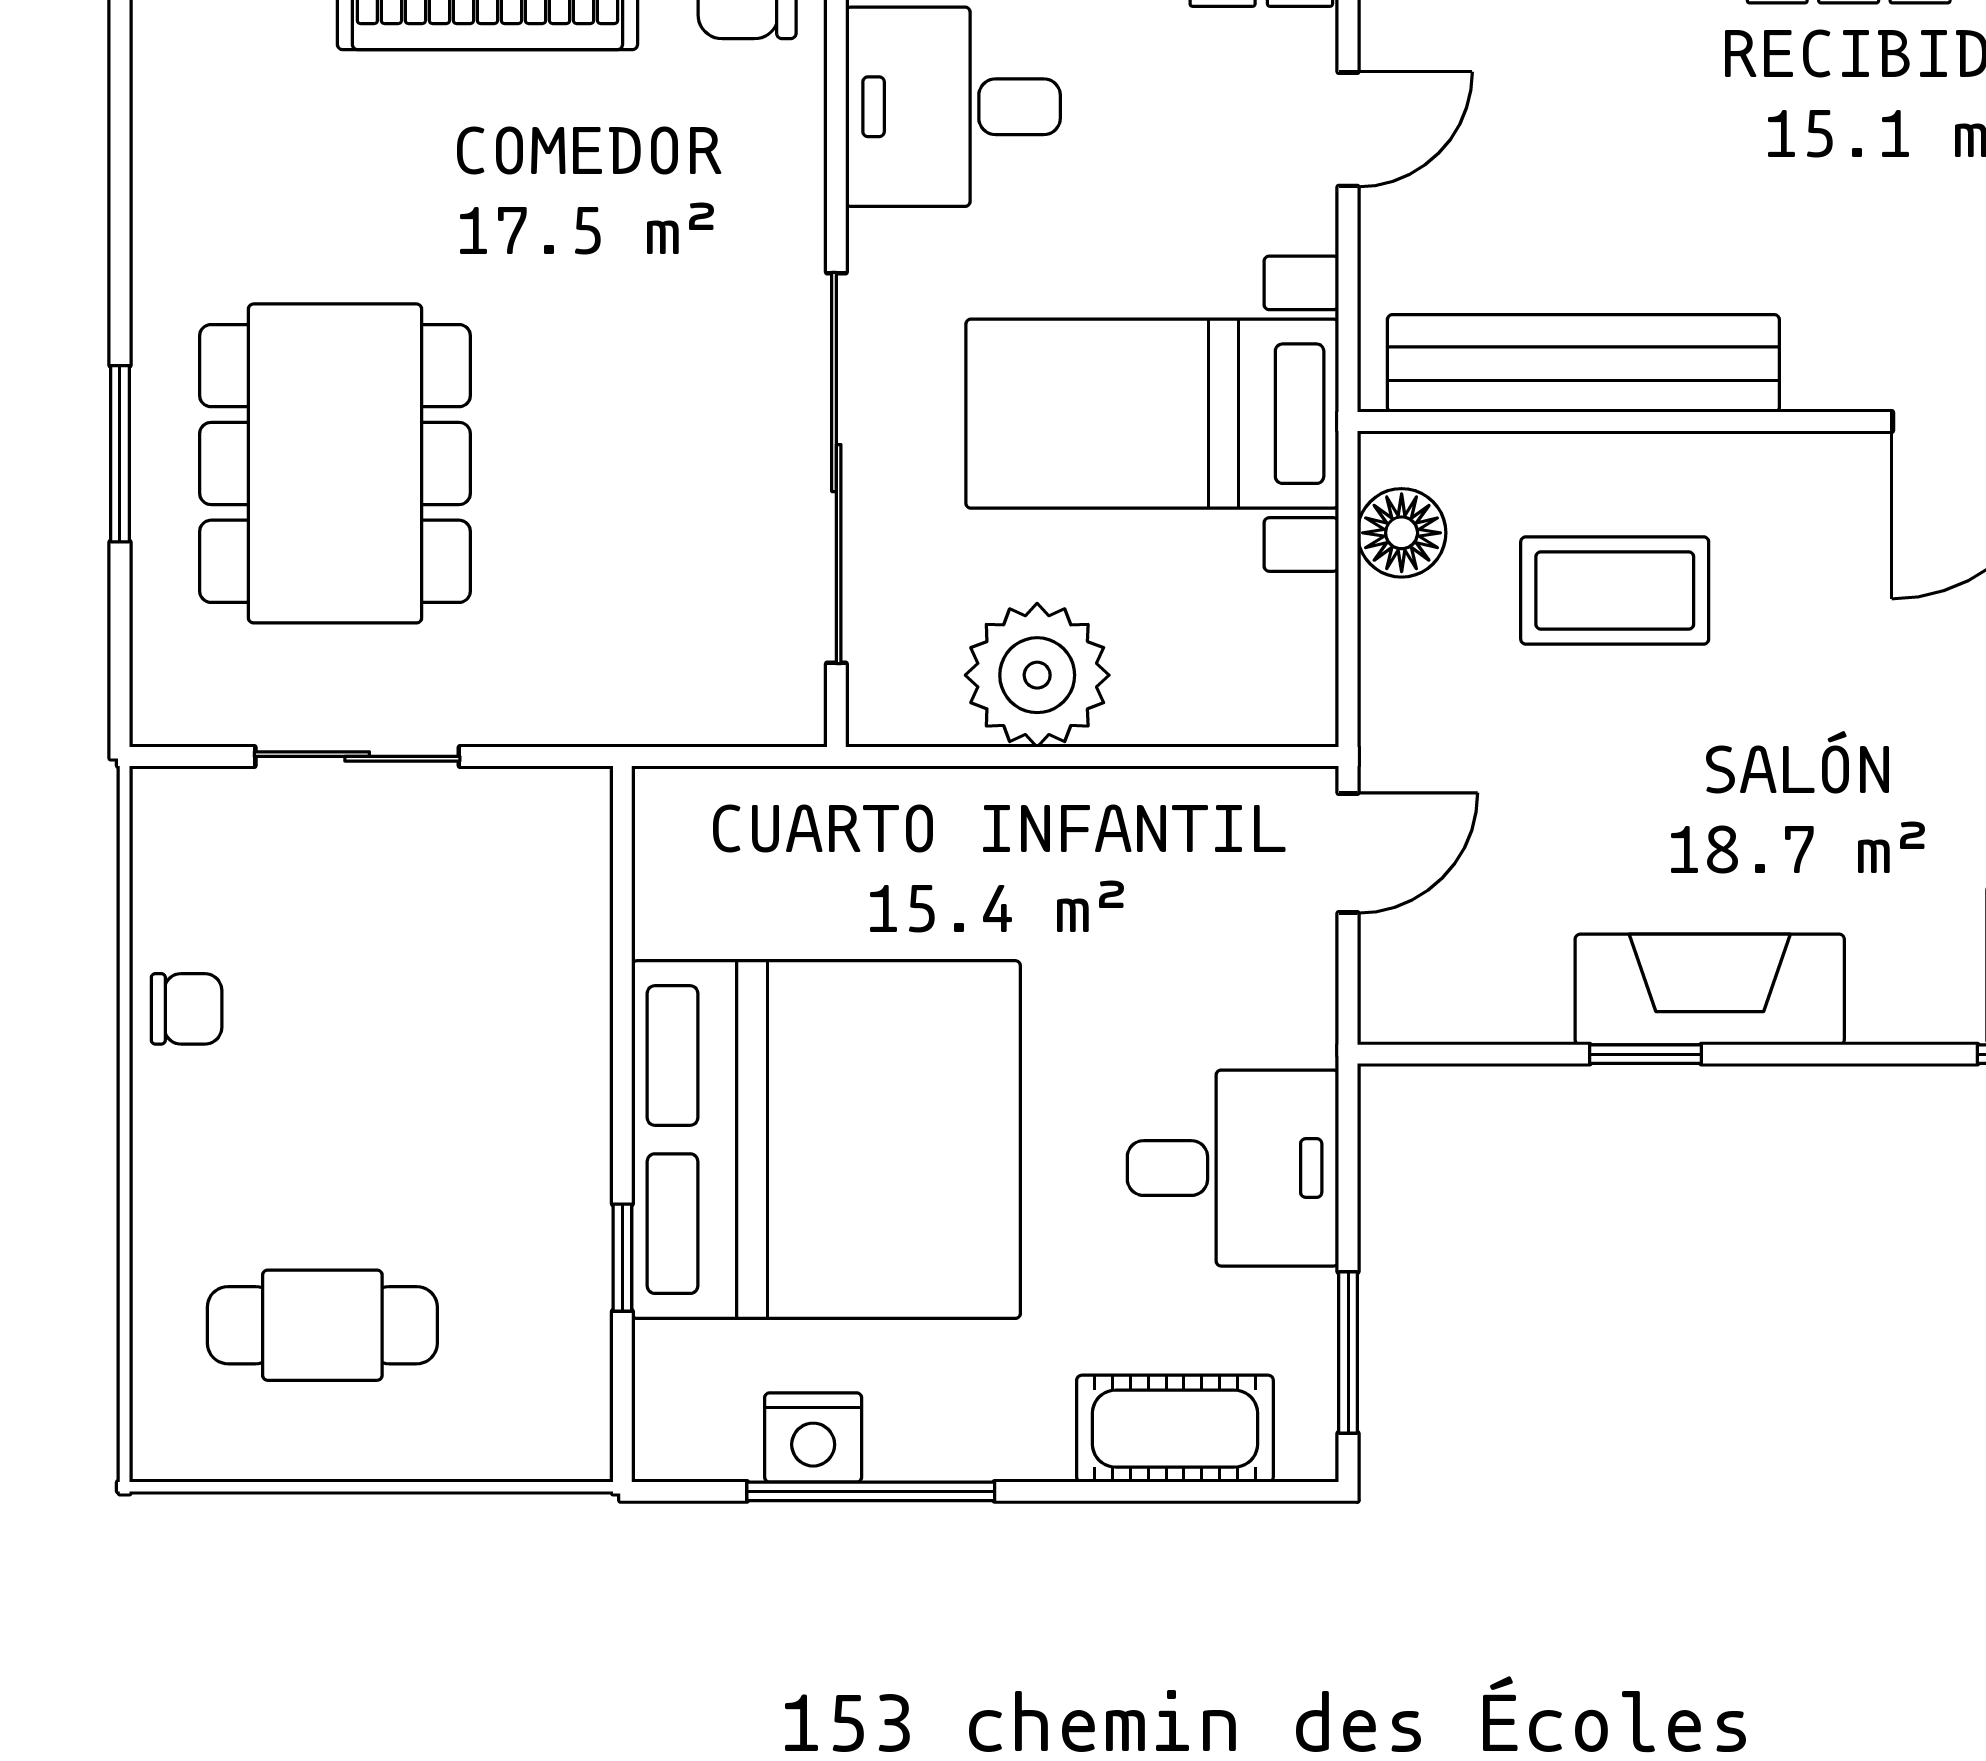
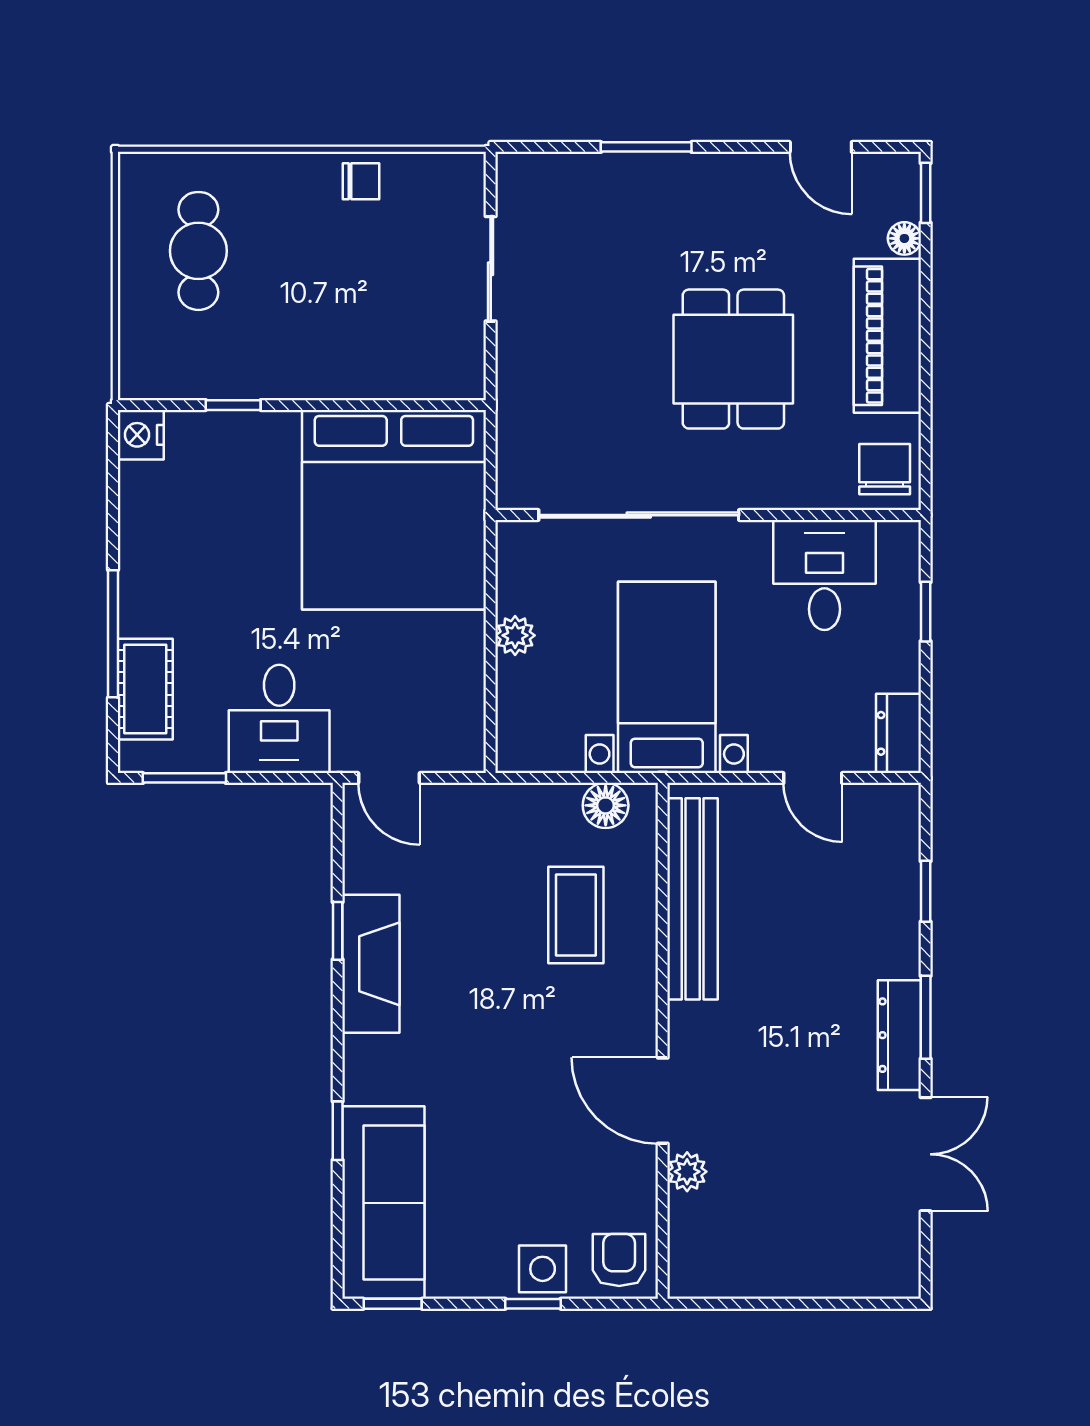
door: (120, 114) -> (821, 147), added
dining table: (335, 463) -> (733, 359), moved, width x0.73
plant: (1037, 675) -> (515, 635), width x0.53, depth x0.53
door: (1348, 853) -> (389, 778), moved
chair: (187, 1009) -> (361, 181), turned -90
bed: (826, 1140) -> (394, 510), moved
nightstand: (813, 1437) -> (141, 435), moved
window: (871, 1491) -> (113, 634), moved

